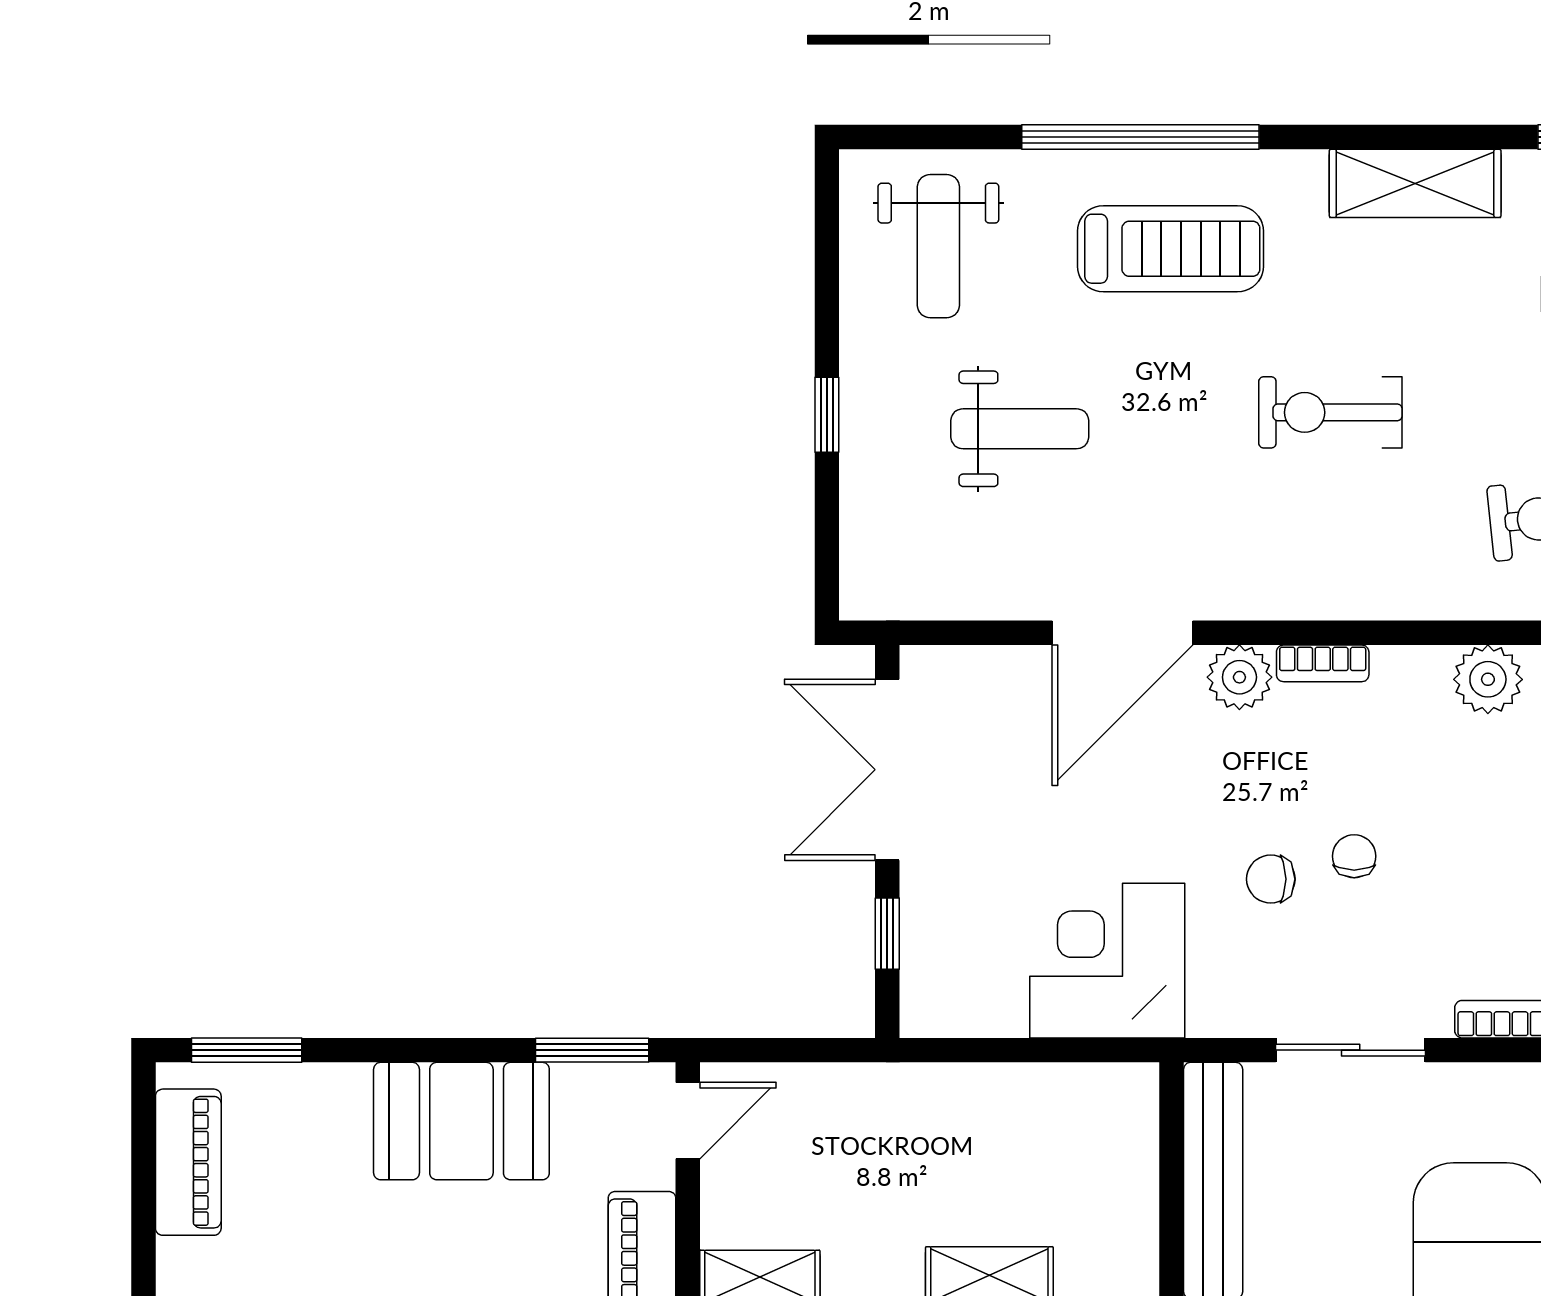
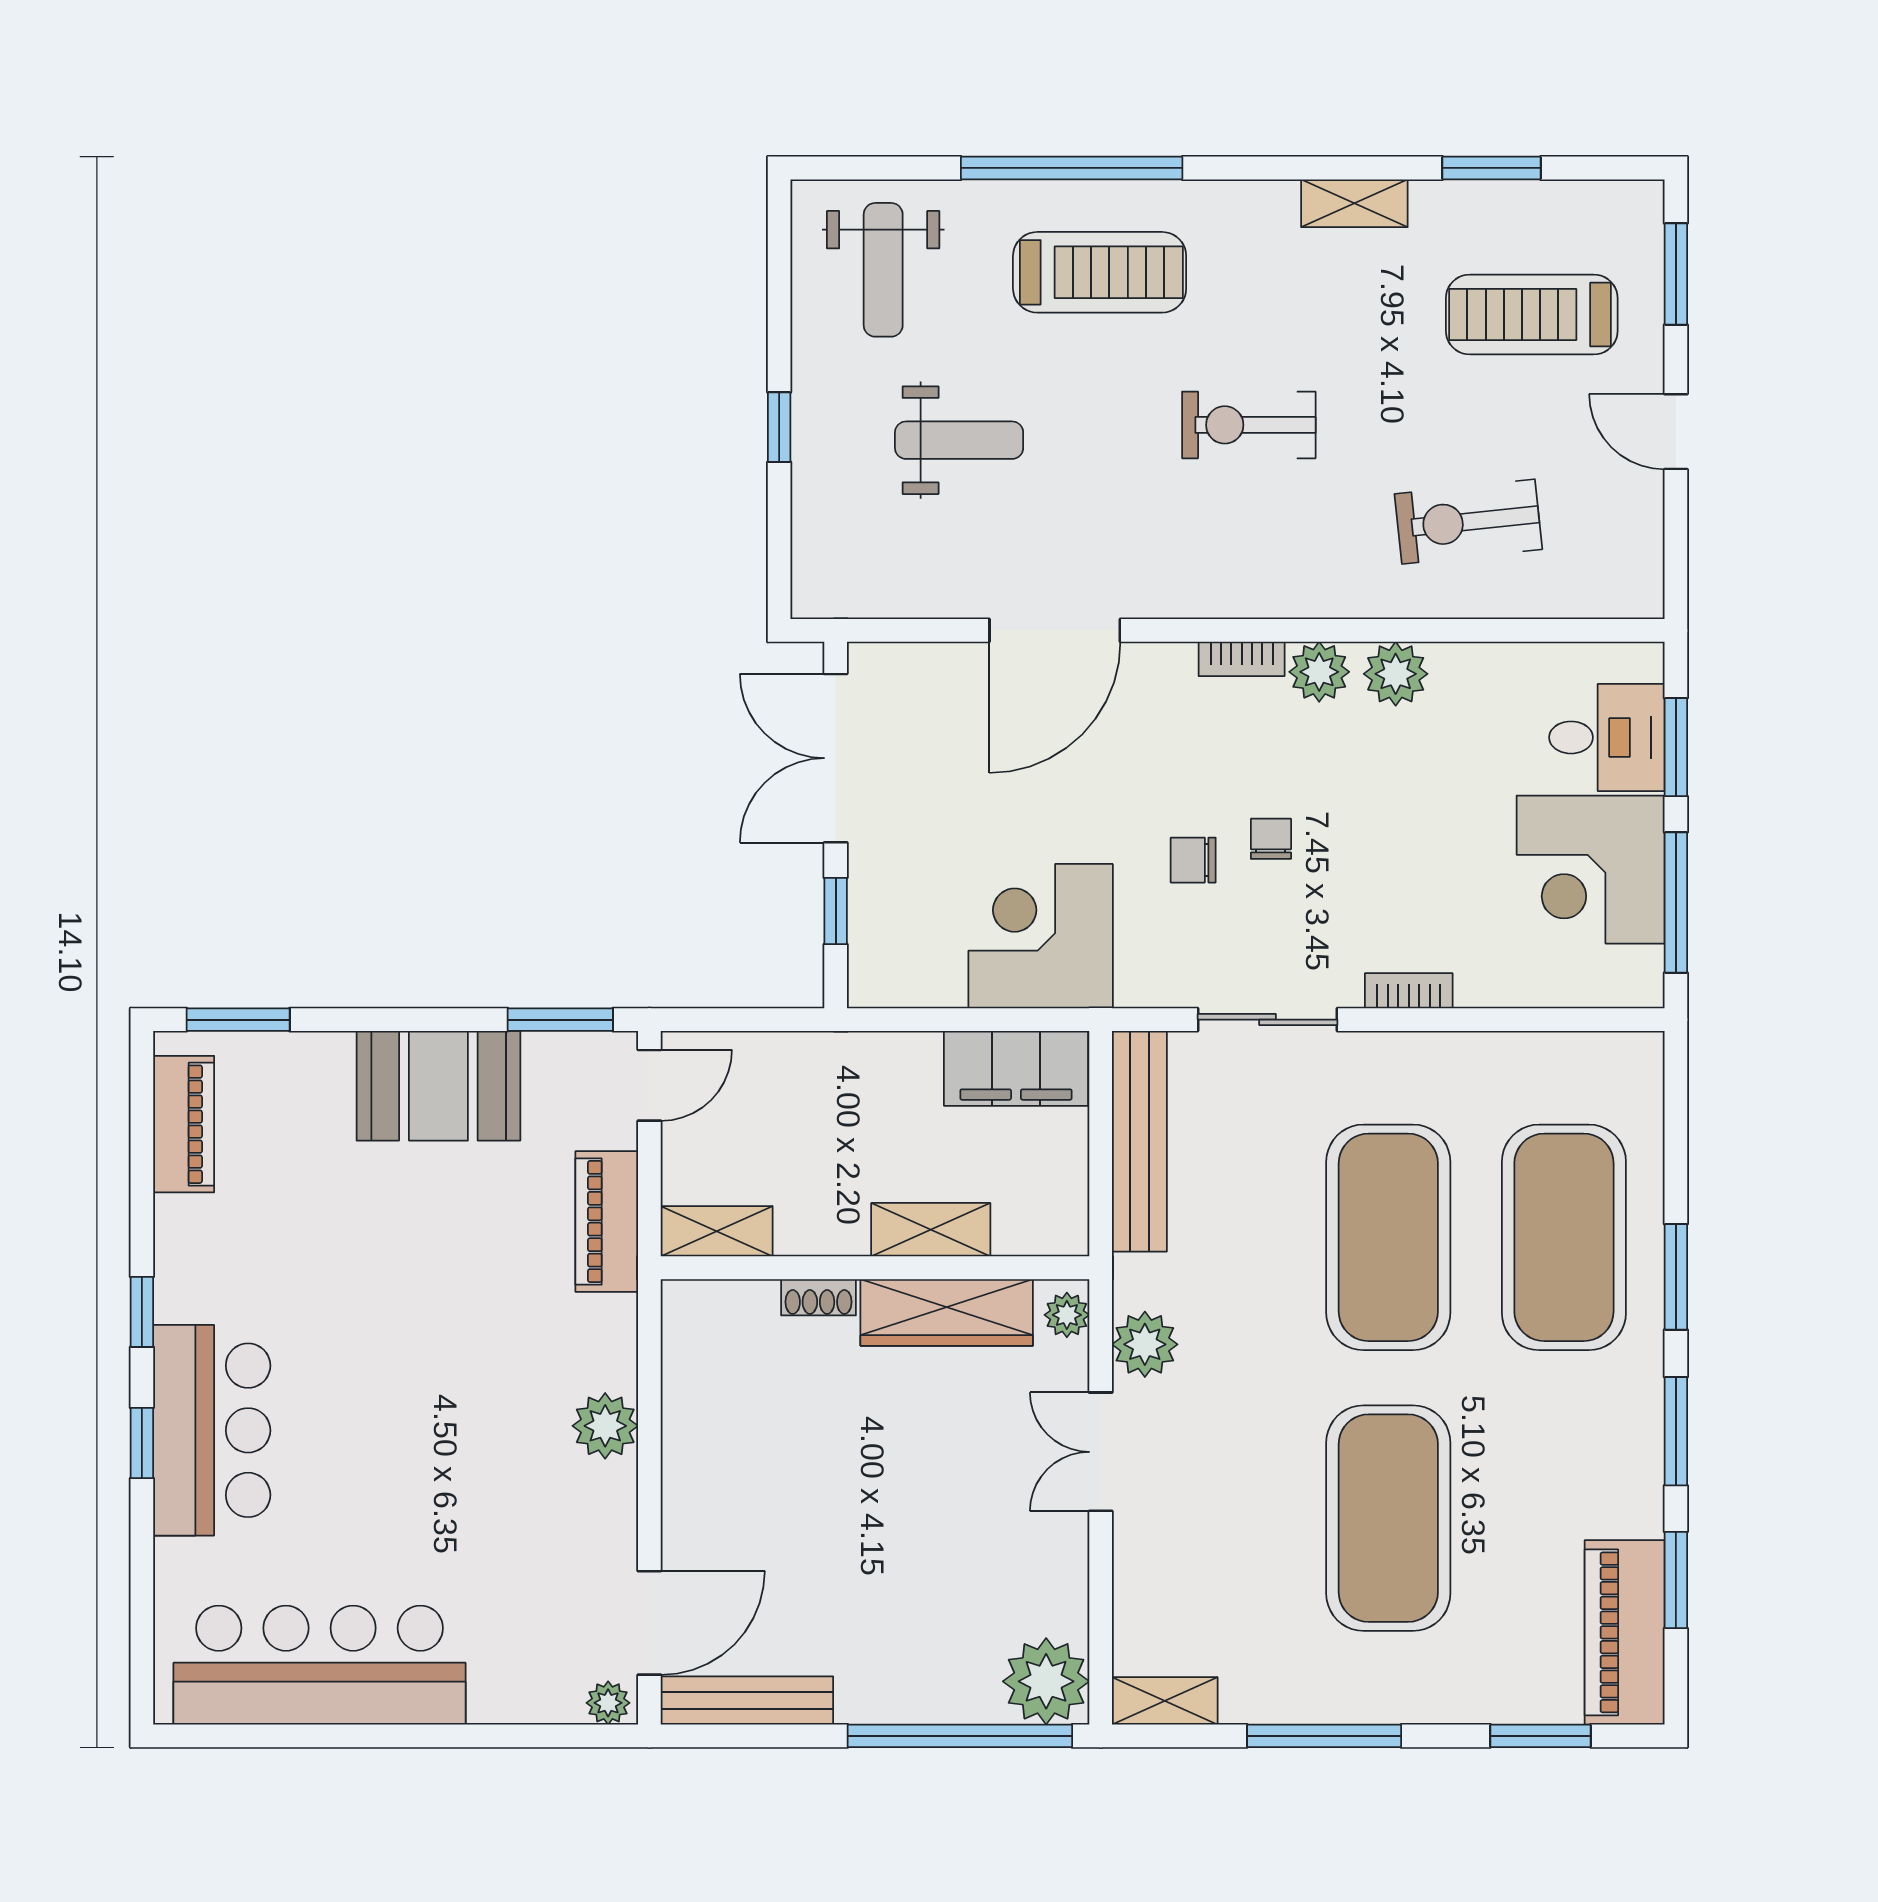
shelving: (1415, 183) -> (1354, 203), width x0.67, depth x0.75
plant: (1239, 677) -> (1319, 672), moved
filing cabinet: (1081, 1102) -> (1016, 1068), added

